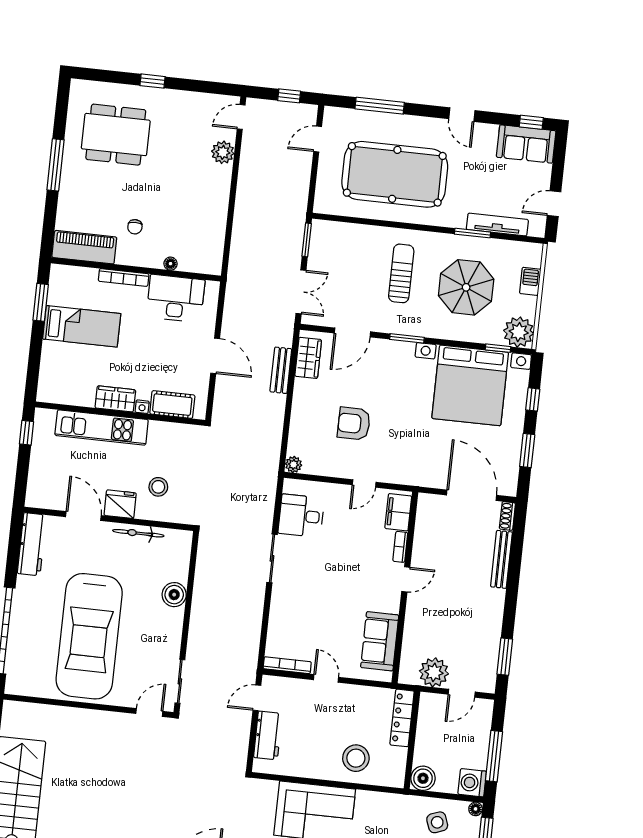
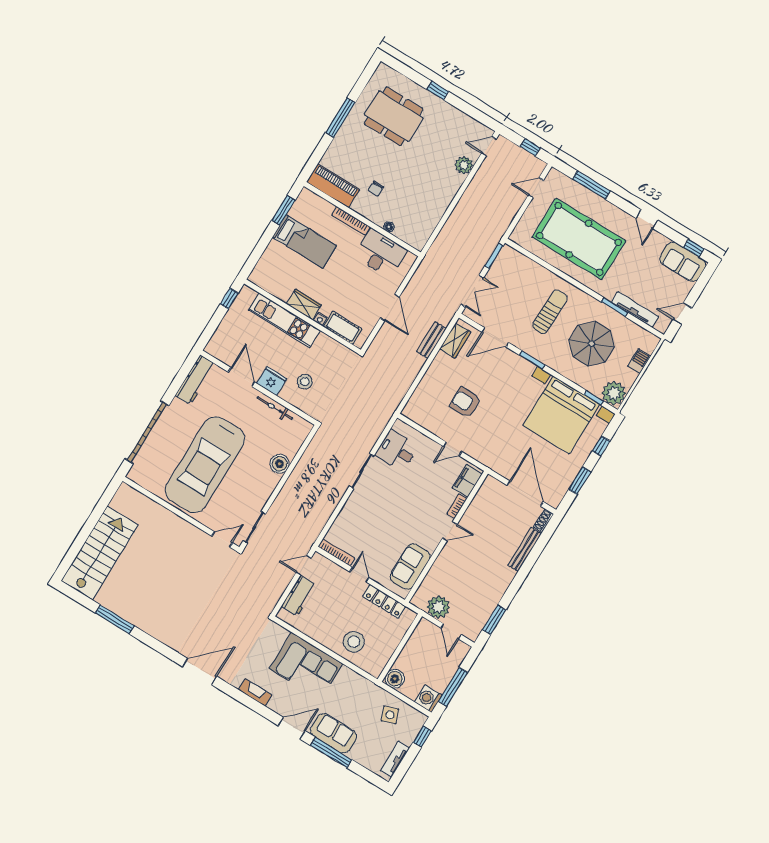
plant: (294, 465) -> (409, 411), removed
door: (462, 693) -> (451, 631), hinge flipped
locker: (402, 718) -> (384, 602), moved, turned -90
floor lamp: (476, 809) -> (422, 718), removed

